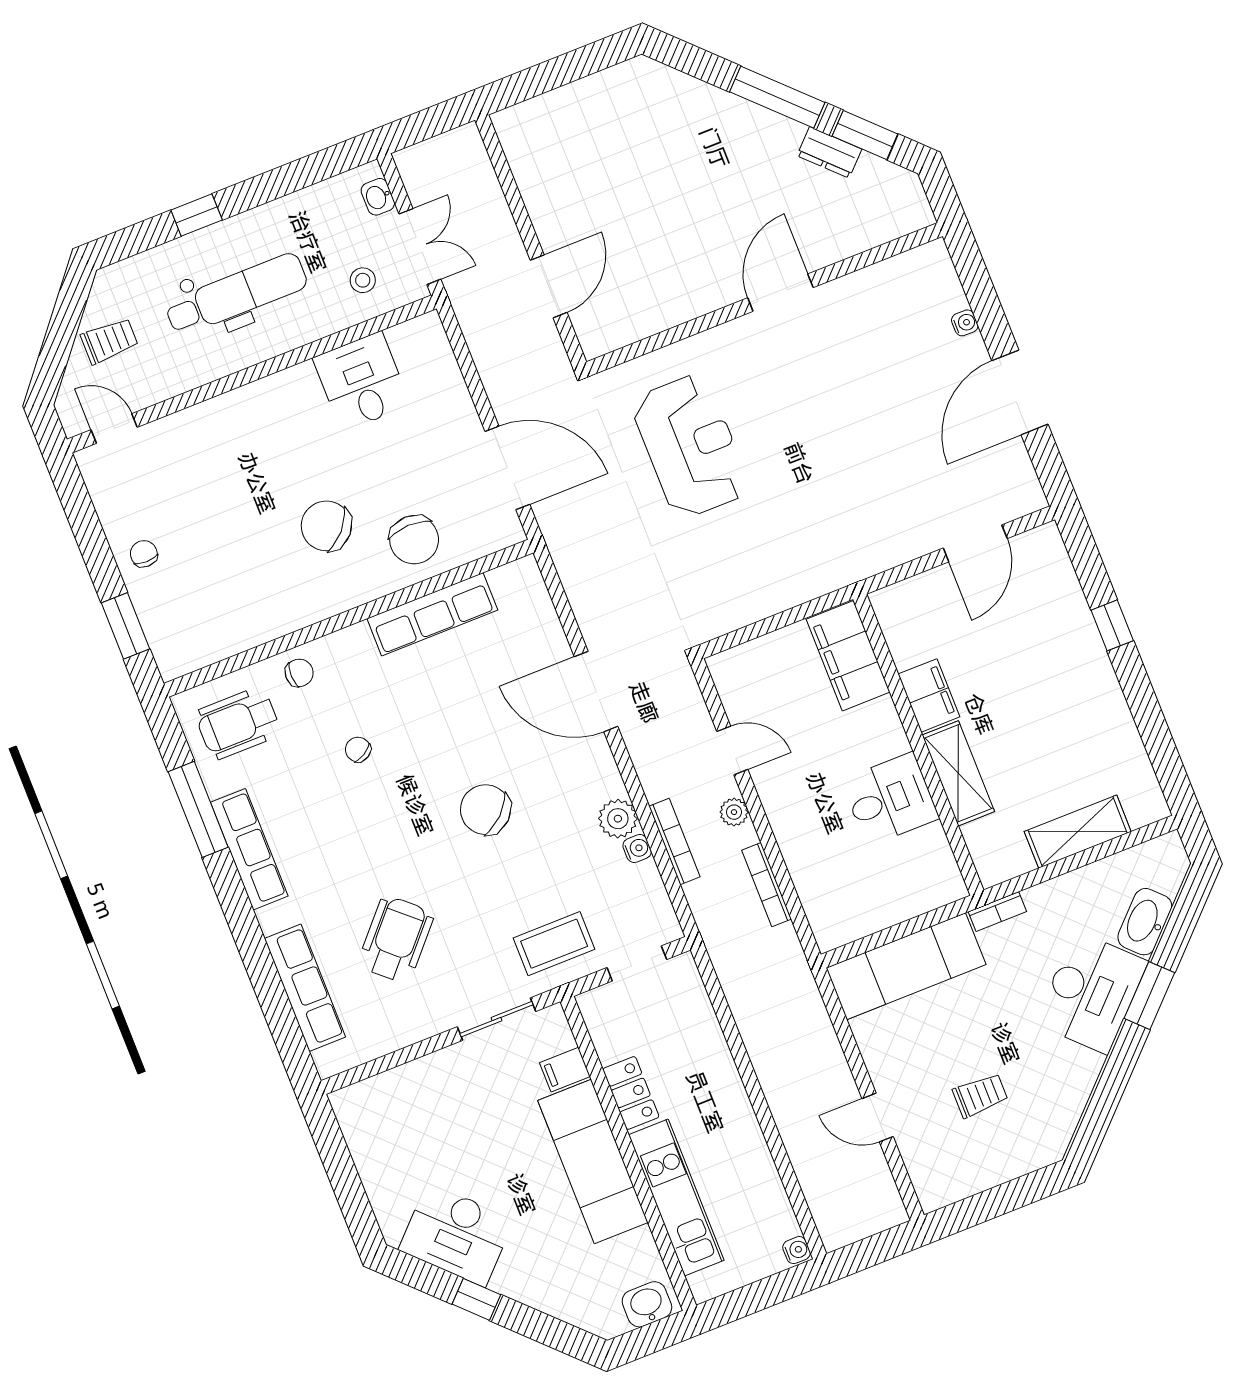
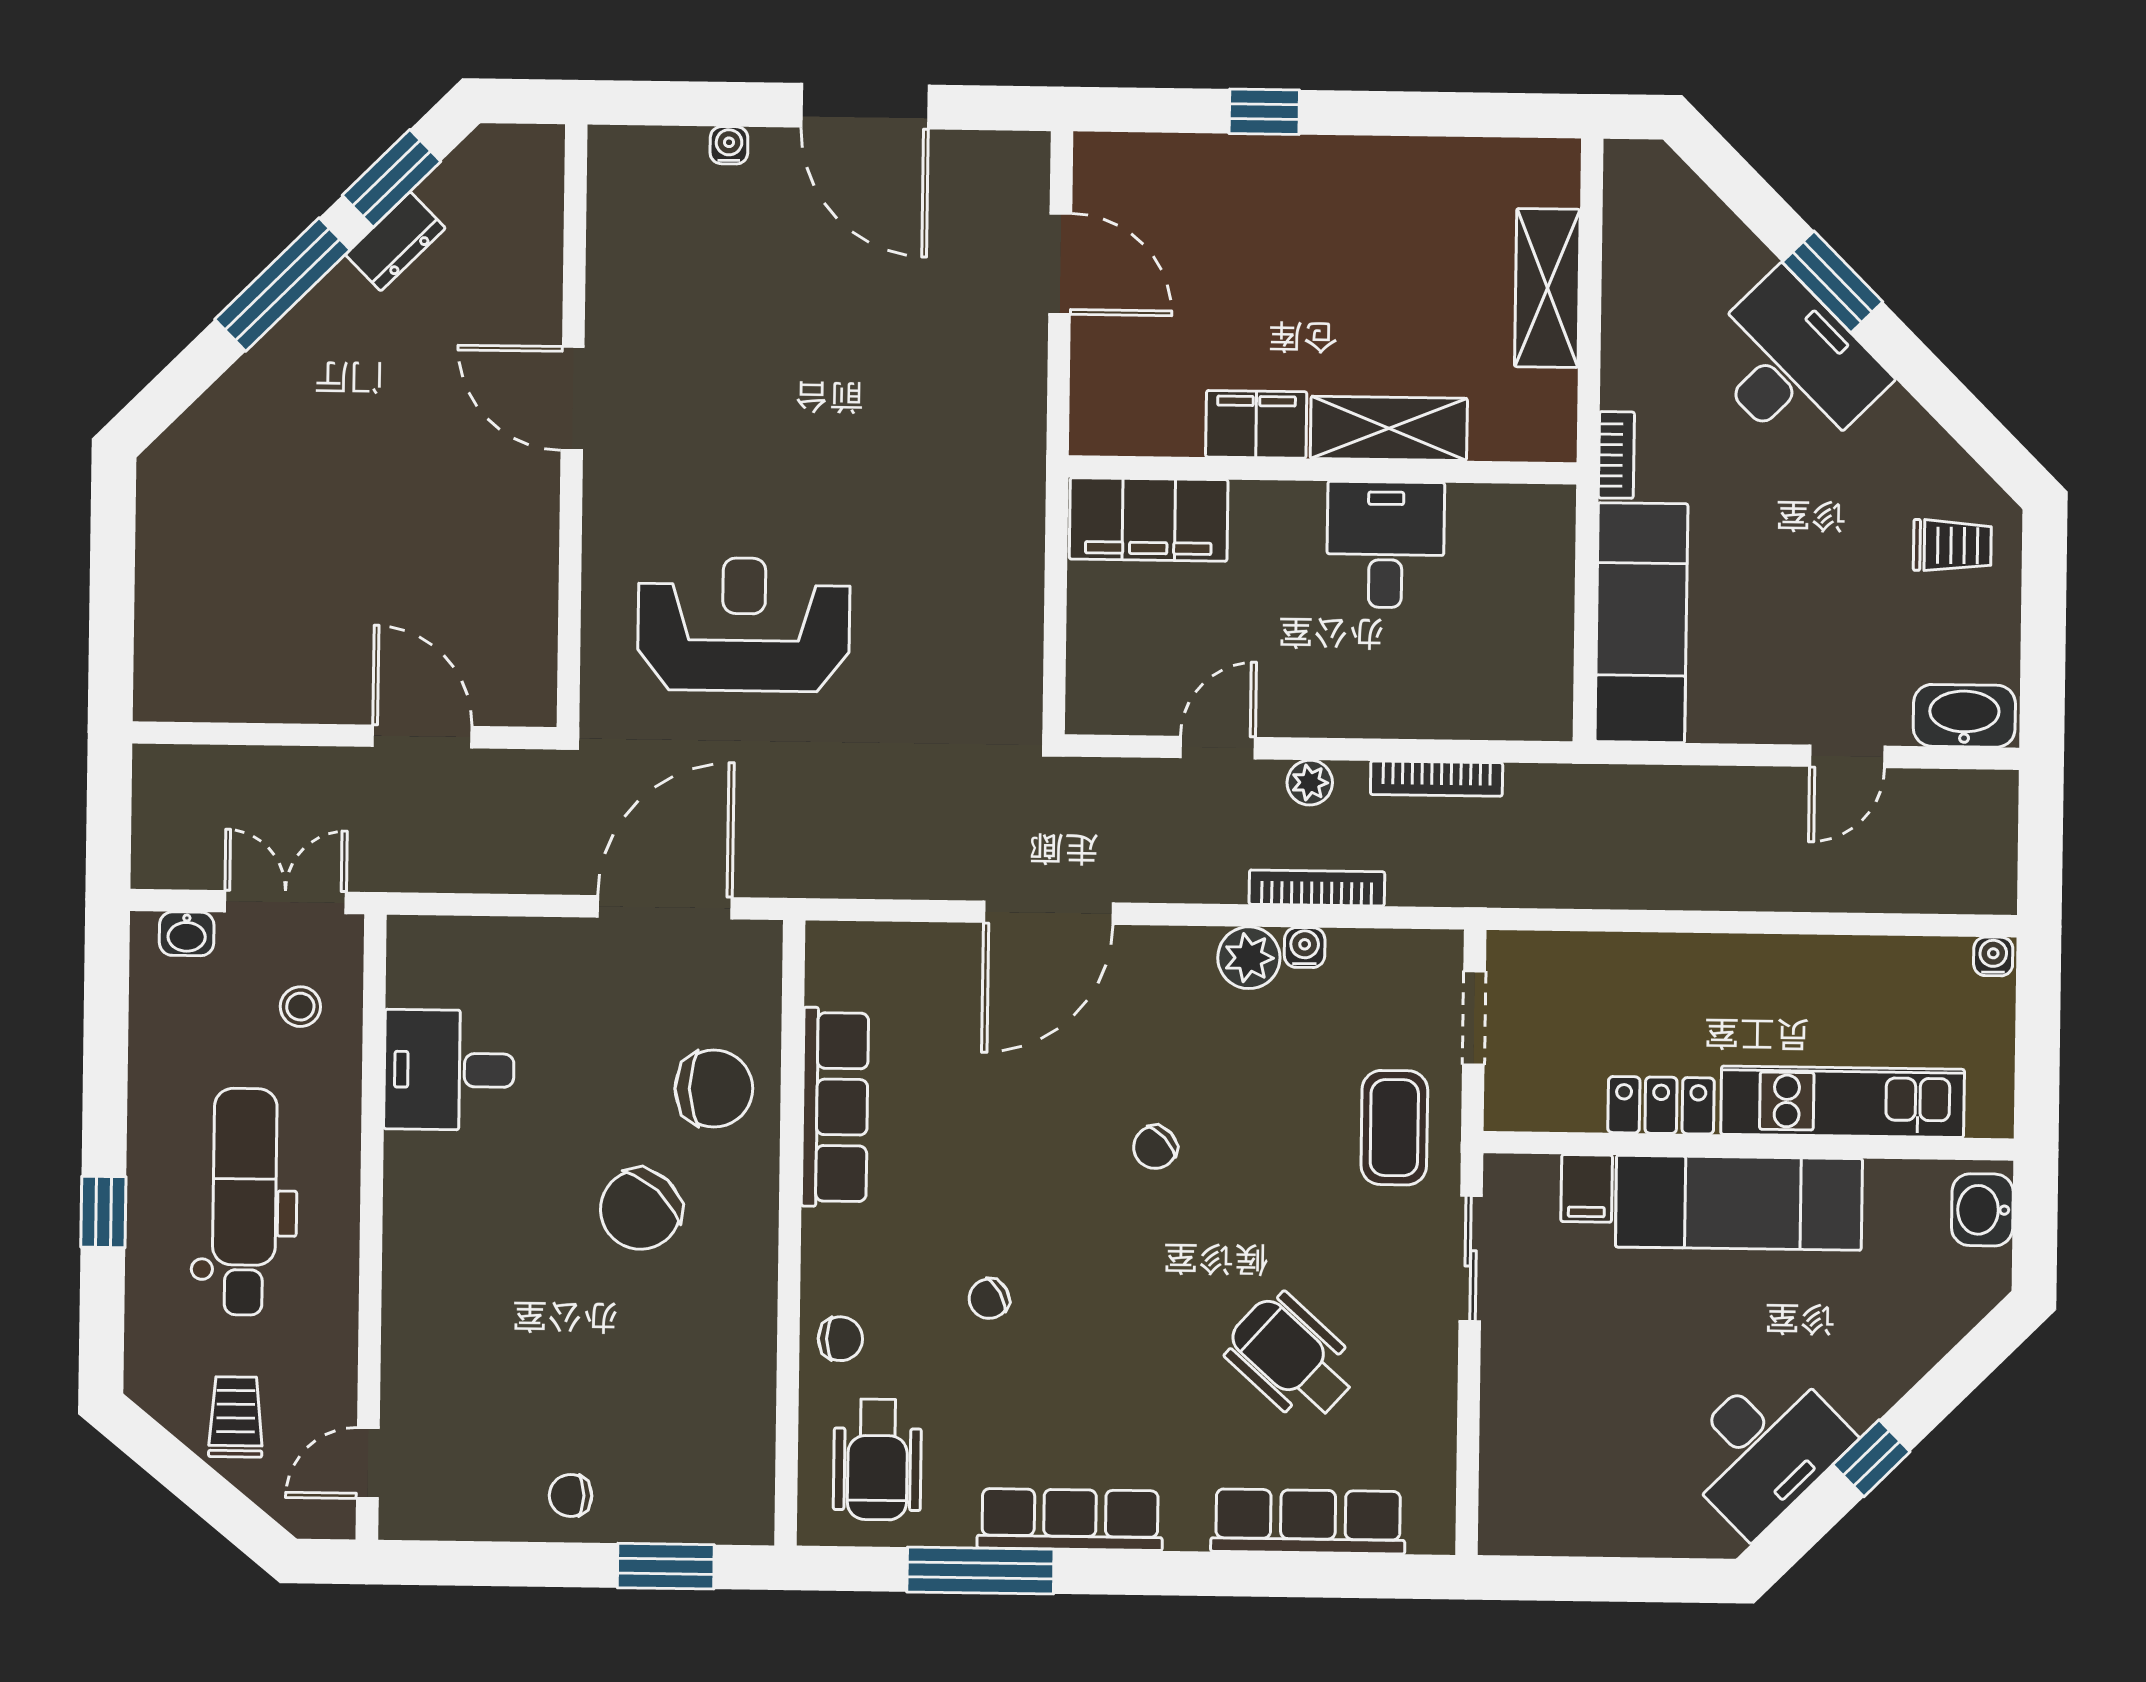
chair: (299, 673) -> (840, 1339), turned 90
chair: (486, 810) -> (1155, 1147), width x0.54, depth x0.54
washbasin: (1145, 922) -> (1964, 716), moved, turned 135
trolley: (980, 1095) -> (1952, 545), moved, turned 90

